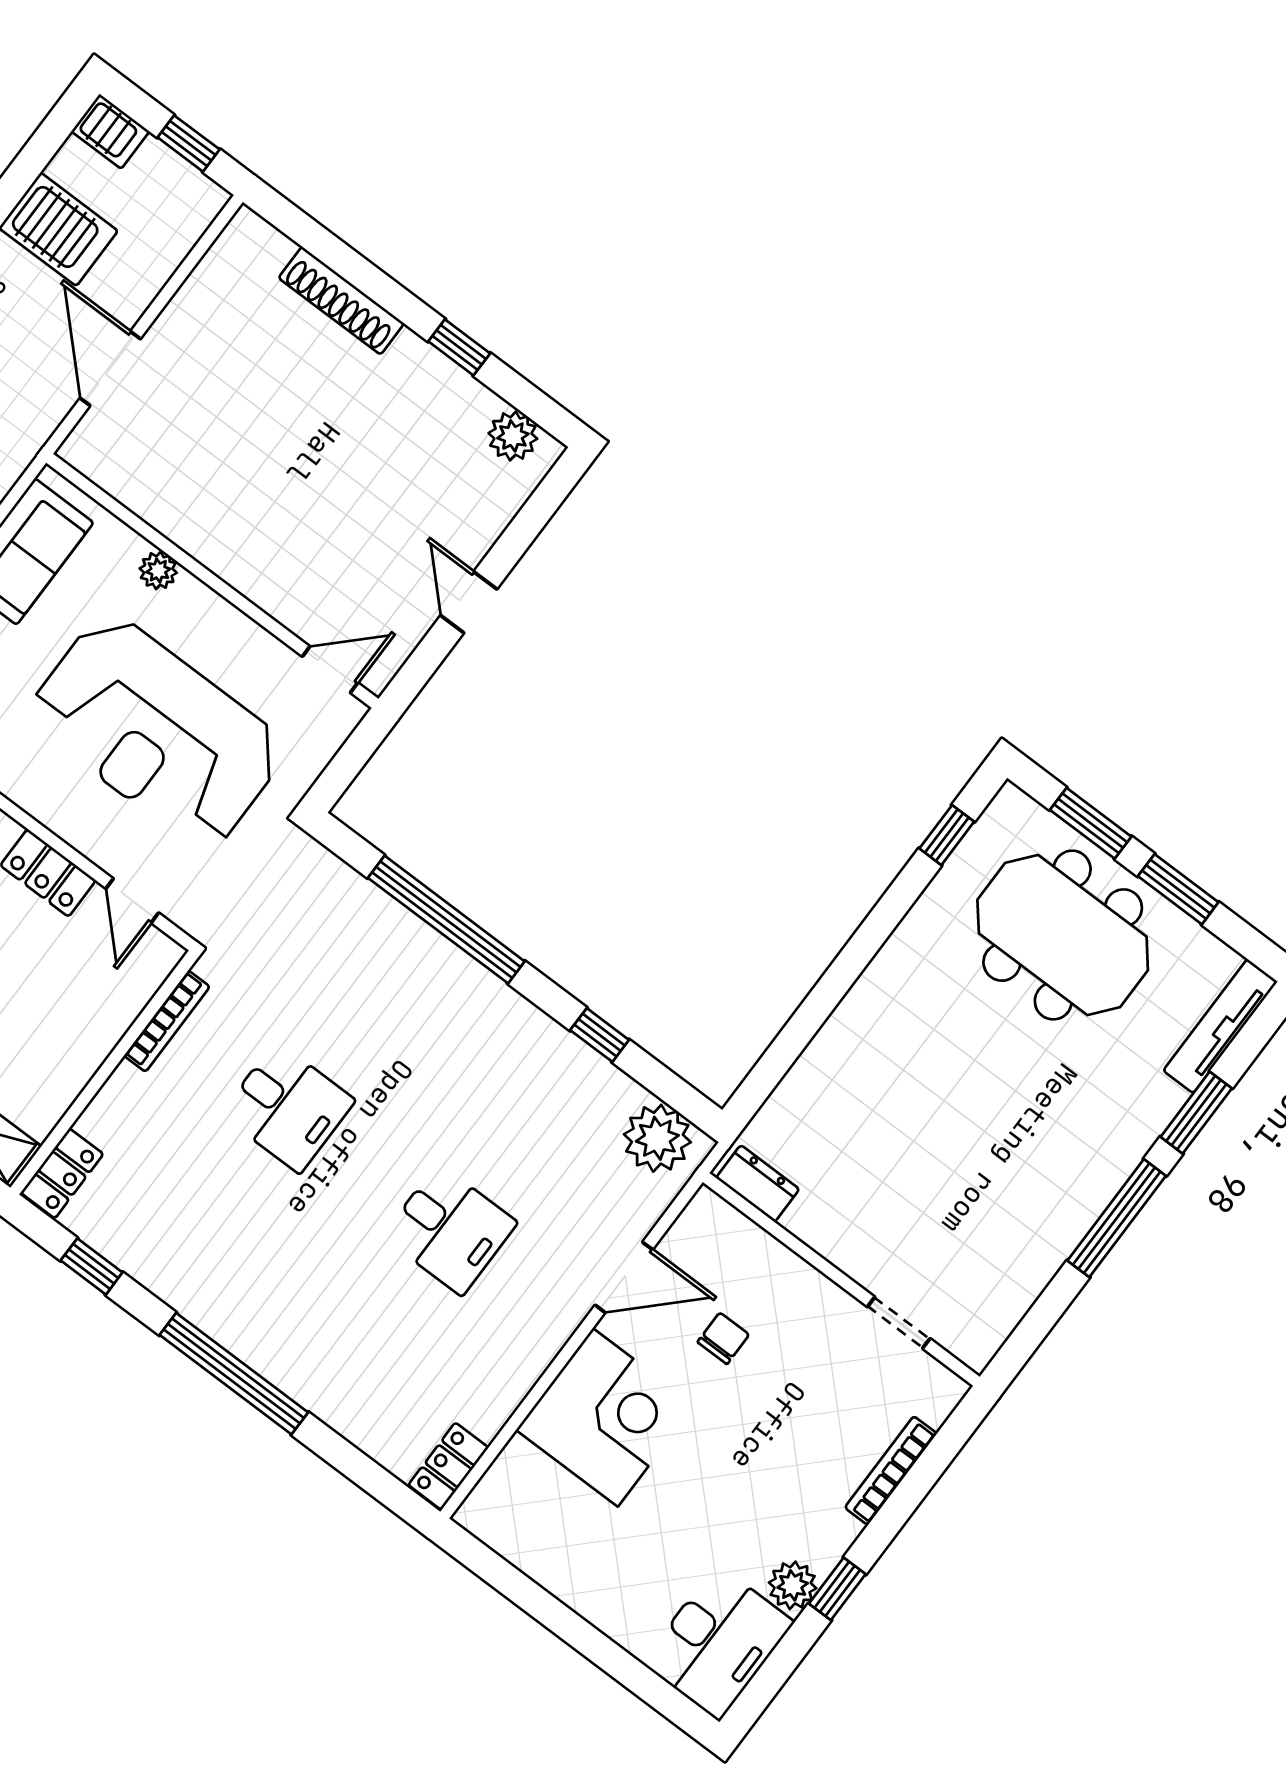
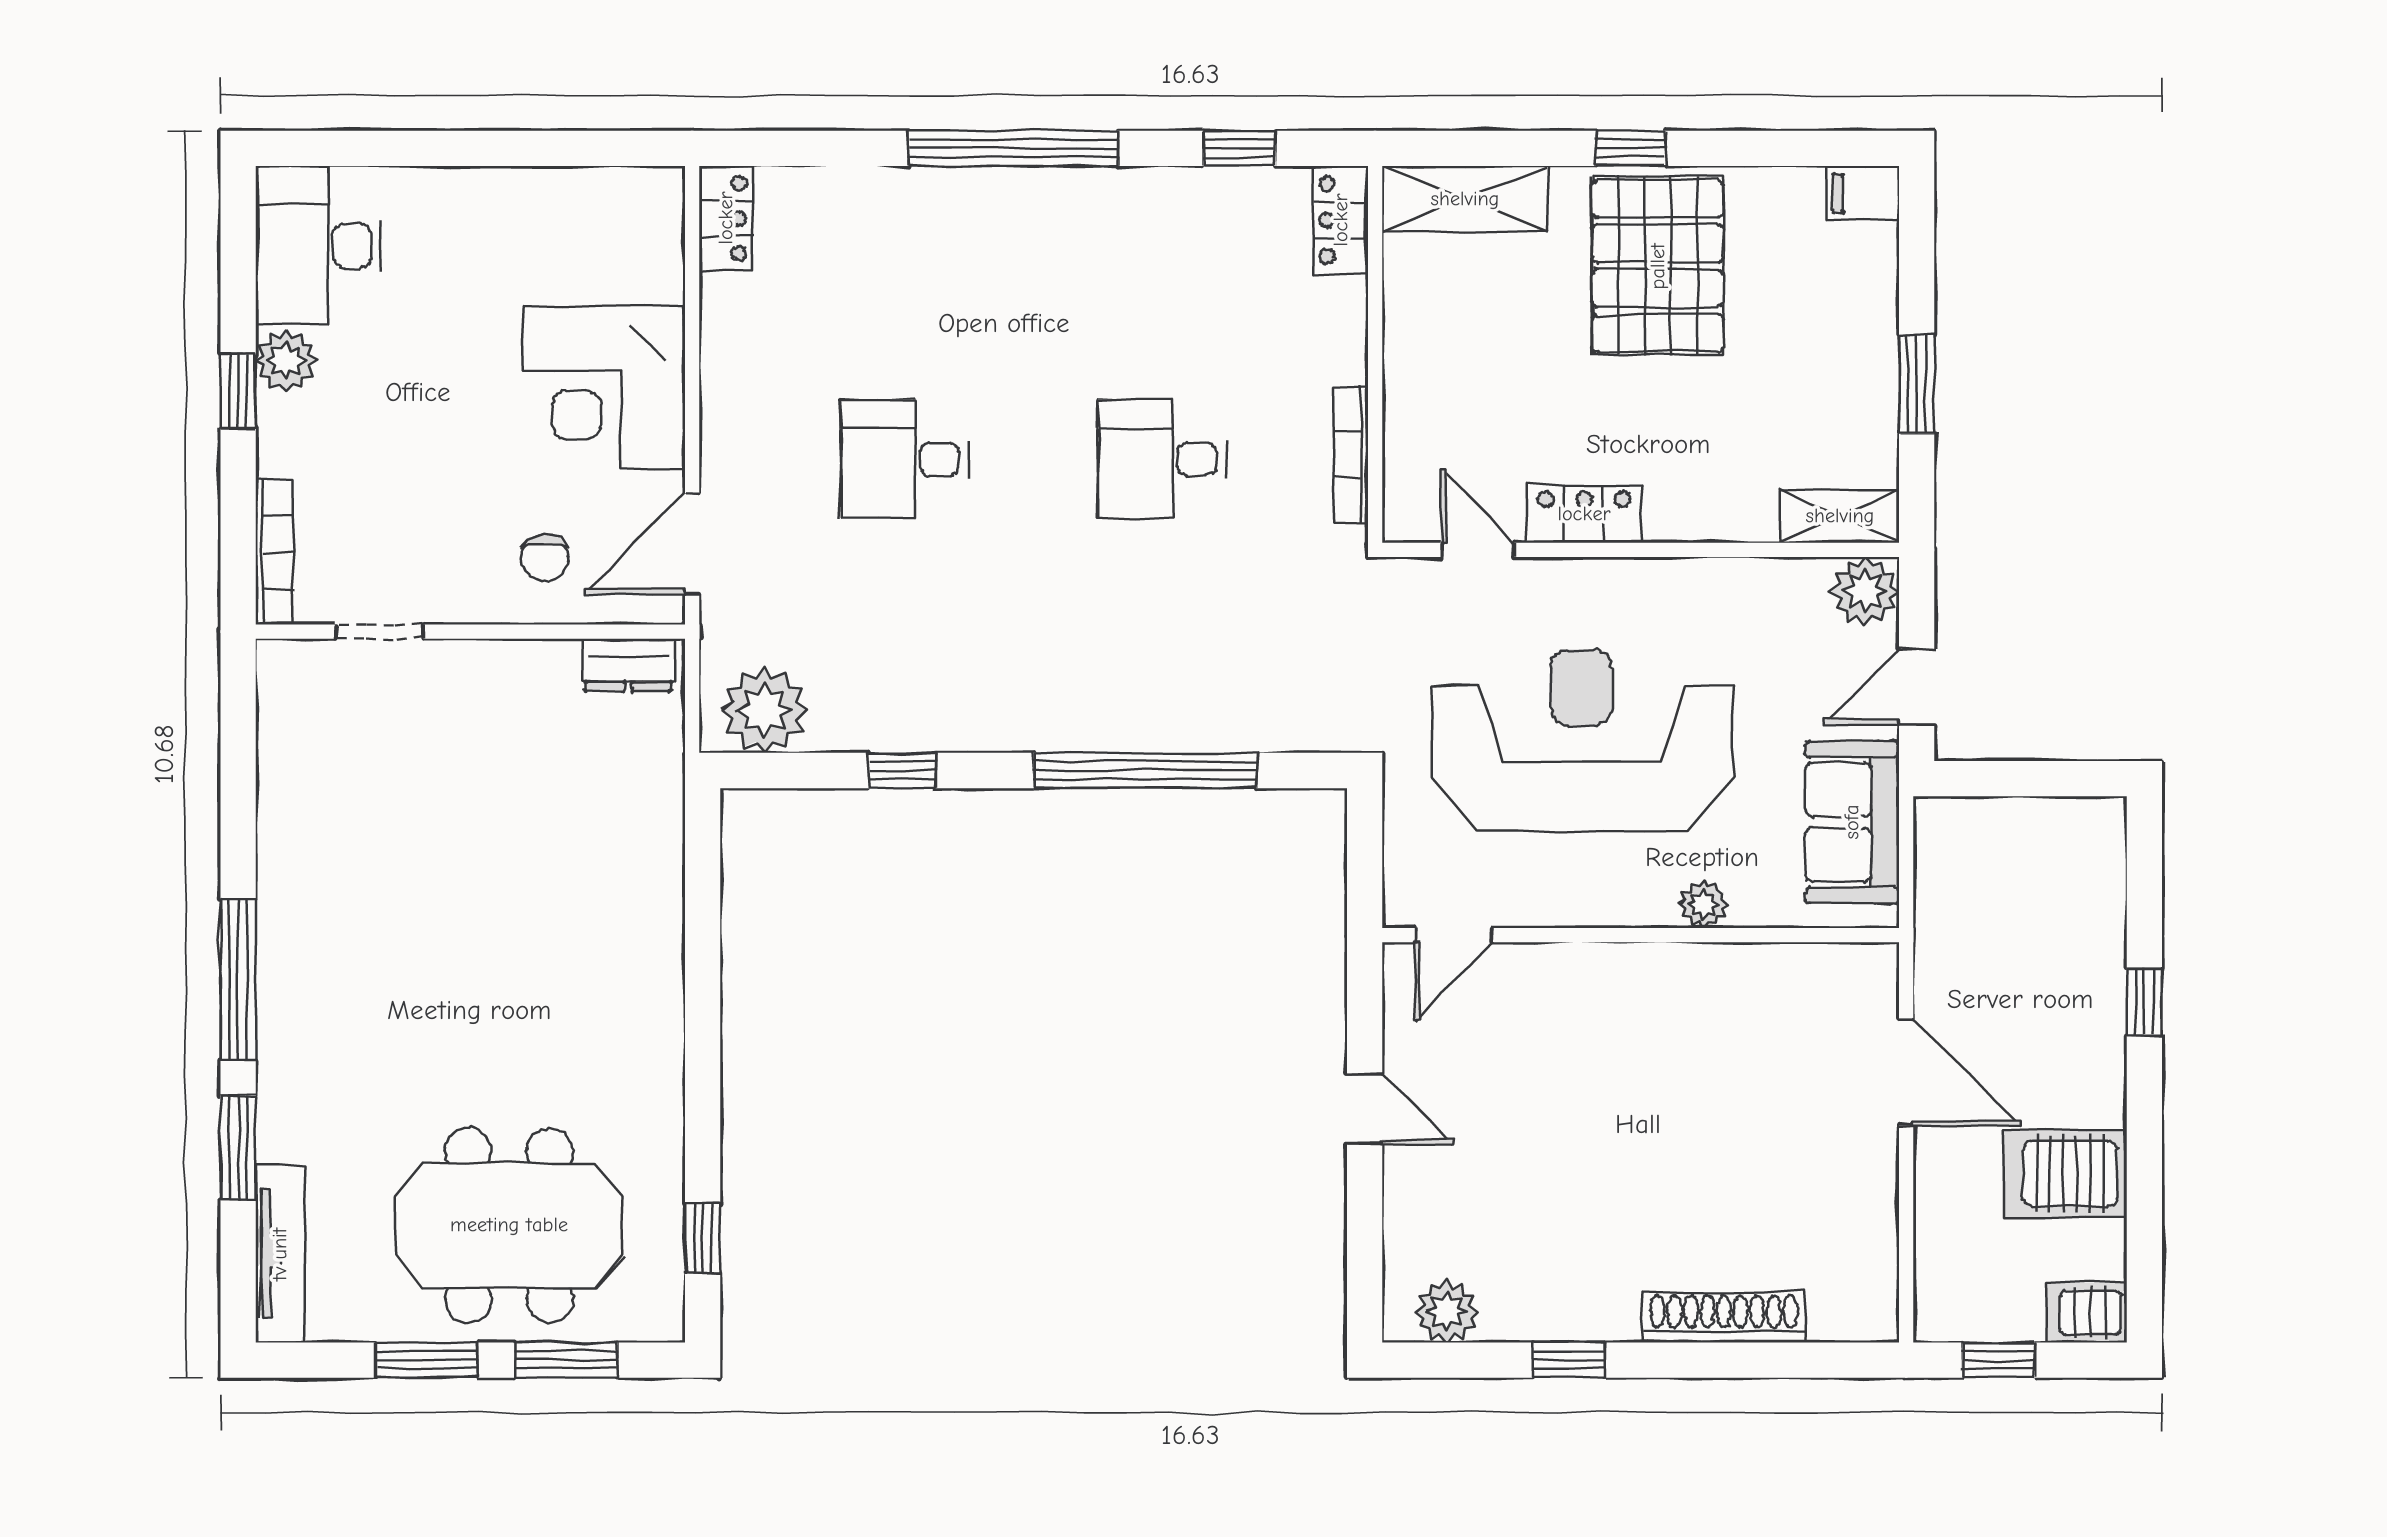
dresser: (758, 1184) -> (628, 665), moved
wall: (841, 1279) -> (470, 632), moved
doorway: (899, 1323) -> (379, 632), moved

